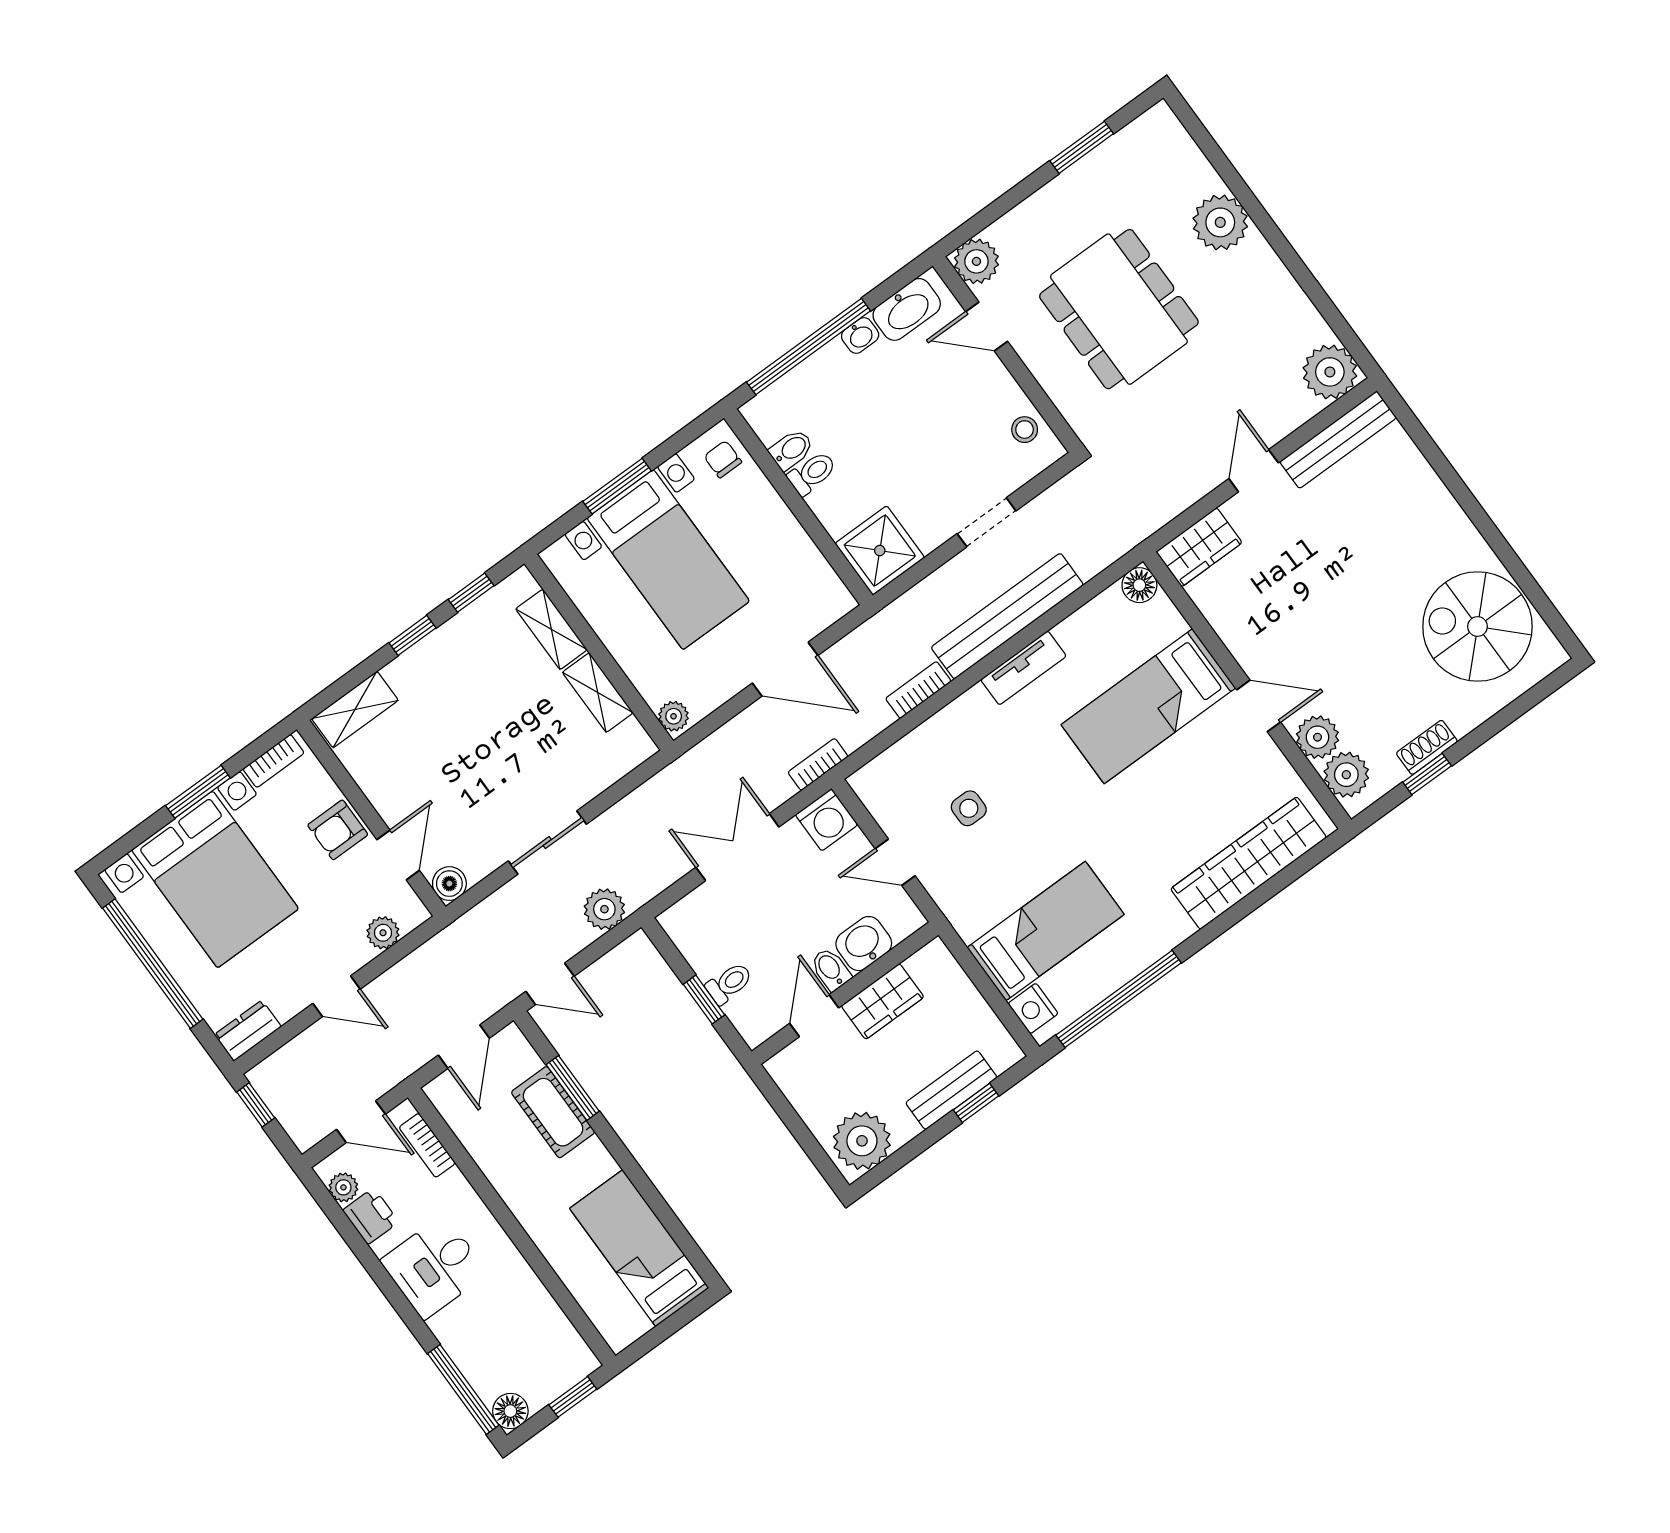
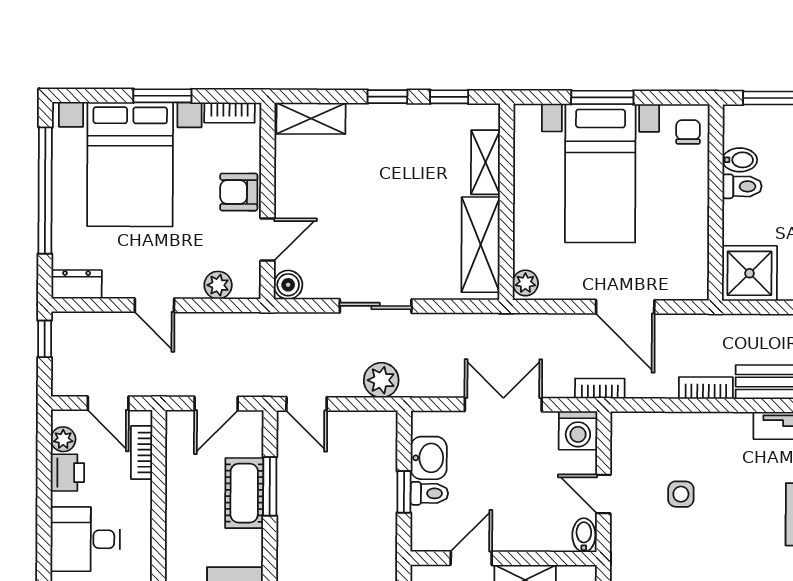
shelving: (598, 693) -> (481, 245), width x1.50, depth x1.33
washbasin: (864, 944) -> (429, 458), moved, turned 90
bidet: (831, 969) -> (584, 535), moved

